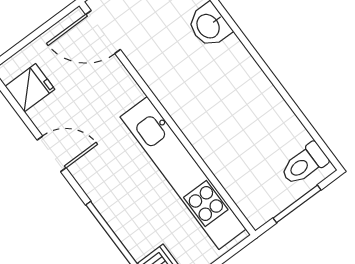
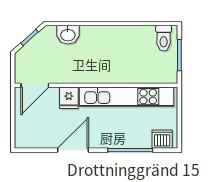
fridge: (30, 88) -> (69, 98), moved, turned 180
door: (52, 154) -> (73, 150), width x1.38

